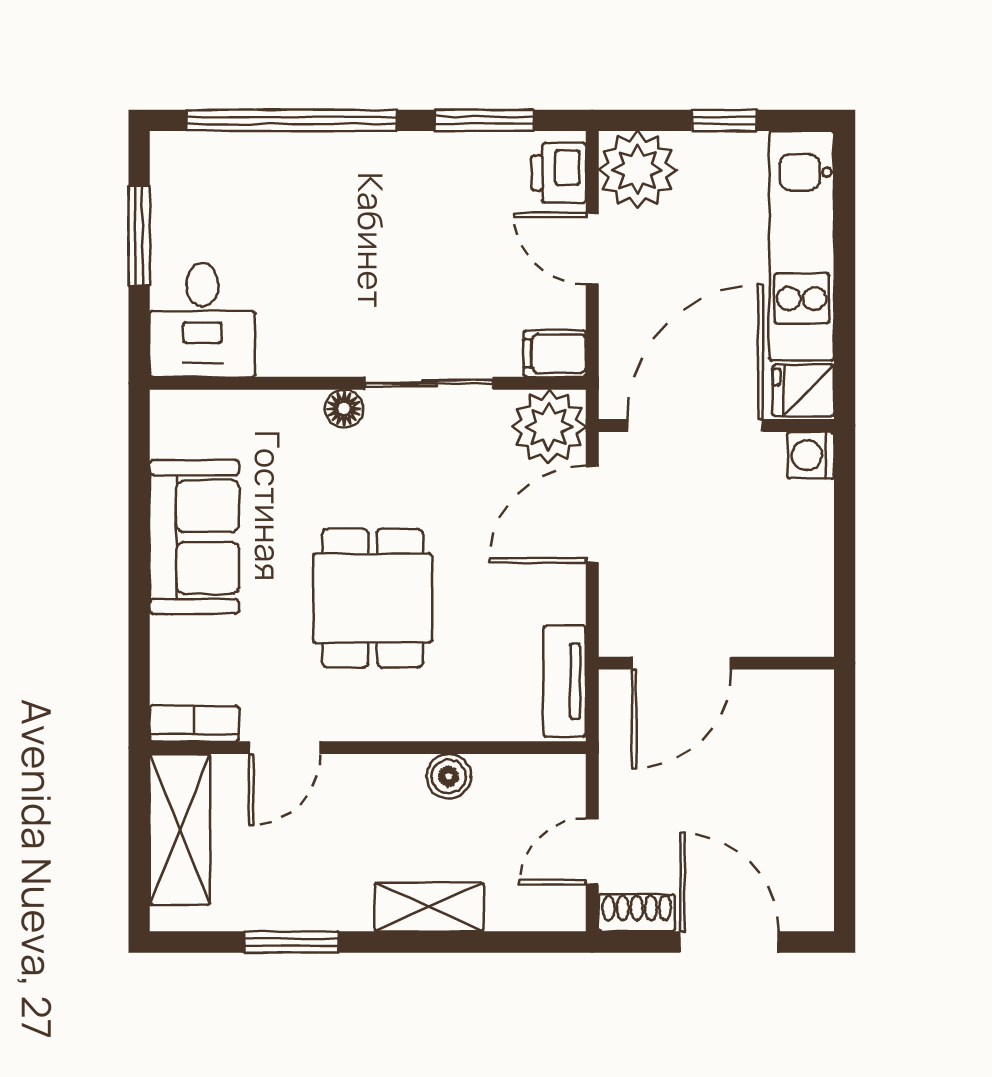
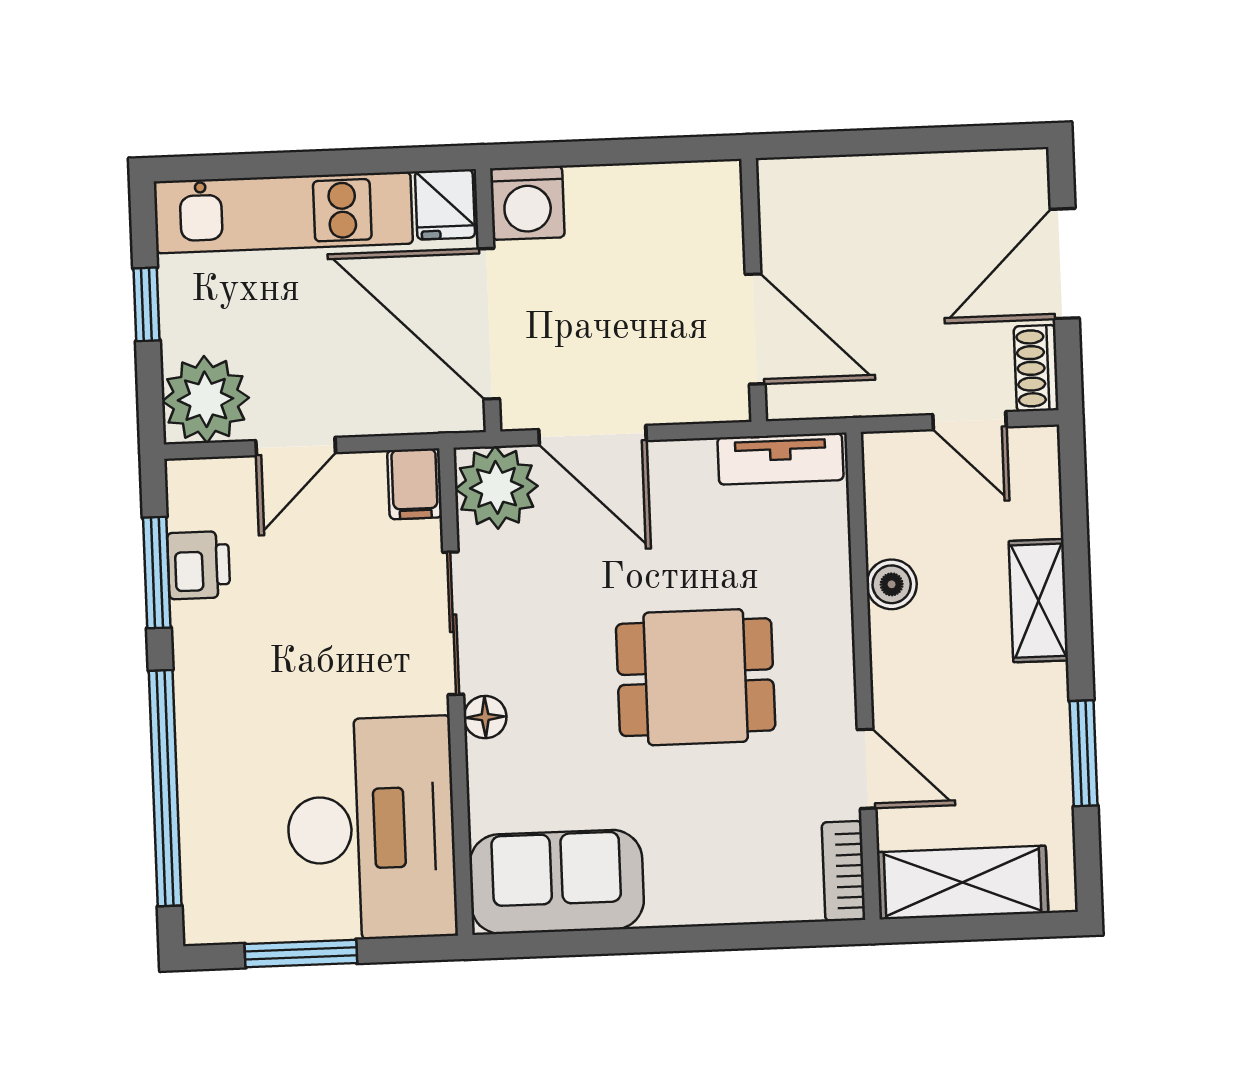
printer: (559, 173) -> (199, 565), moved, turned -90
desk: (202, 320) -> (371, 828), width x1.87, depth x1.30
washing machine: (811, 455) -> (527, 203), width x1.38, depth x1.38
sofa: (194, 537) -> (557, 882), moved

